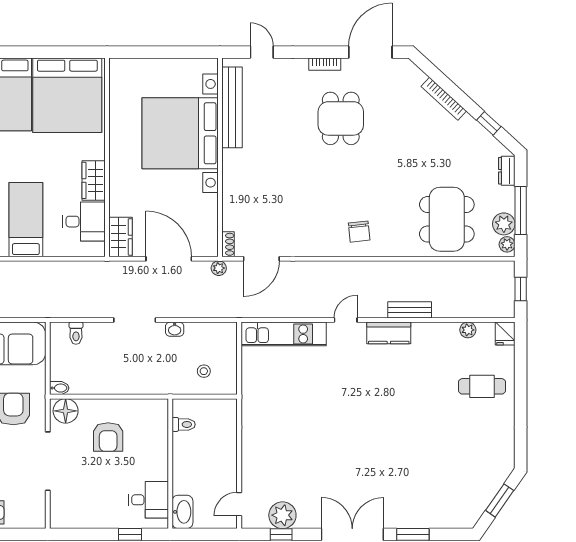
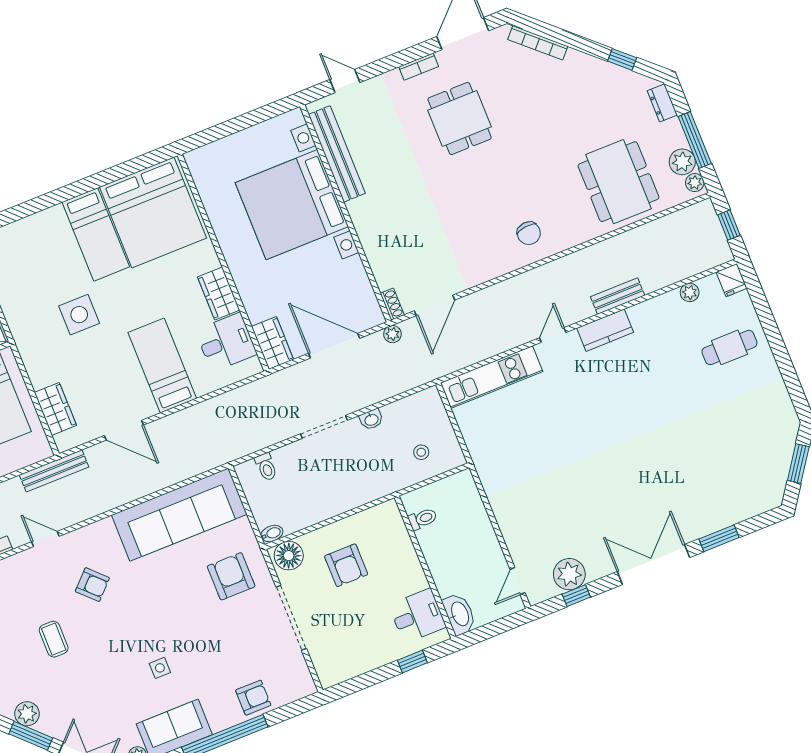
bookcase: (444, 99) -> (538, 43), moved

